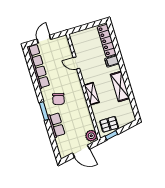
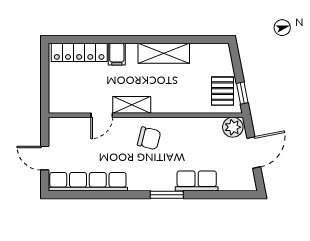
shelving: (92, 94) -> (132, 105), moved
chair: (58, 99) -> (149, 138), moved

